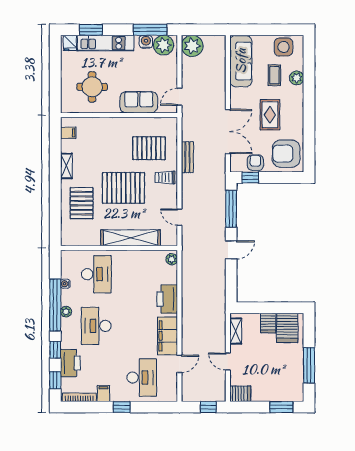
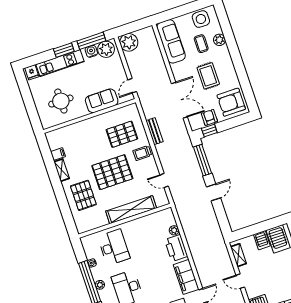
window: (91, 30) -> (64, 50), moved
filing cabinet: (68, 133) -> (58, 154), moved
plant: (172, 259) -> (174, 230), moved

